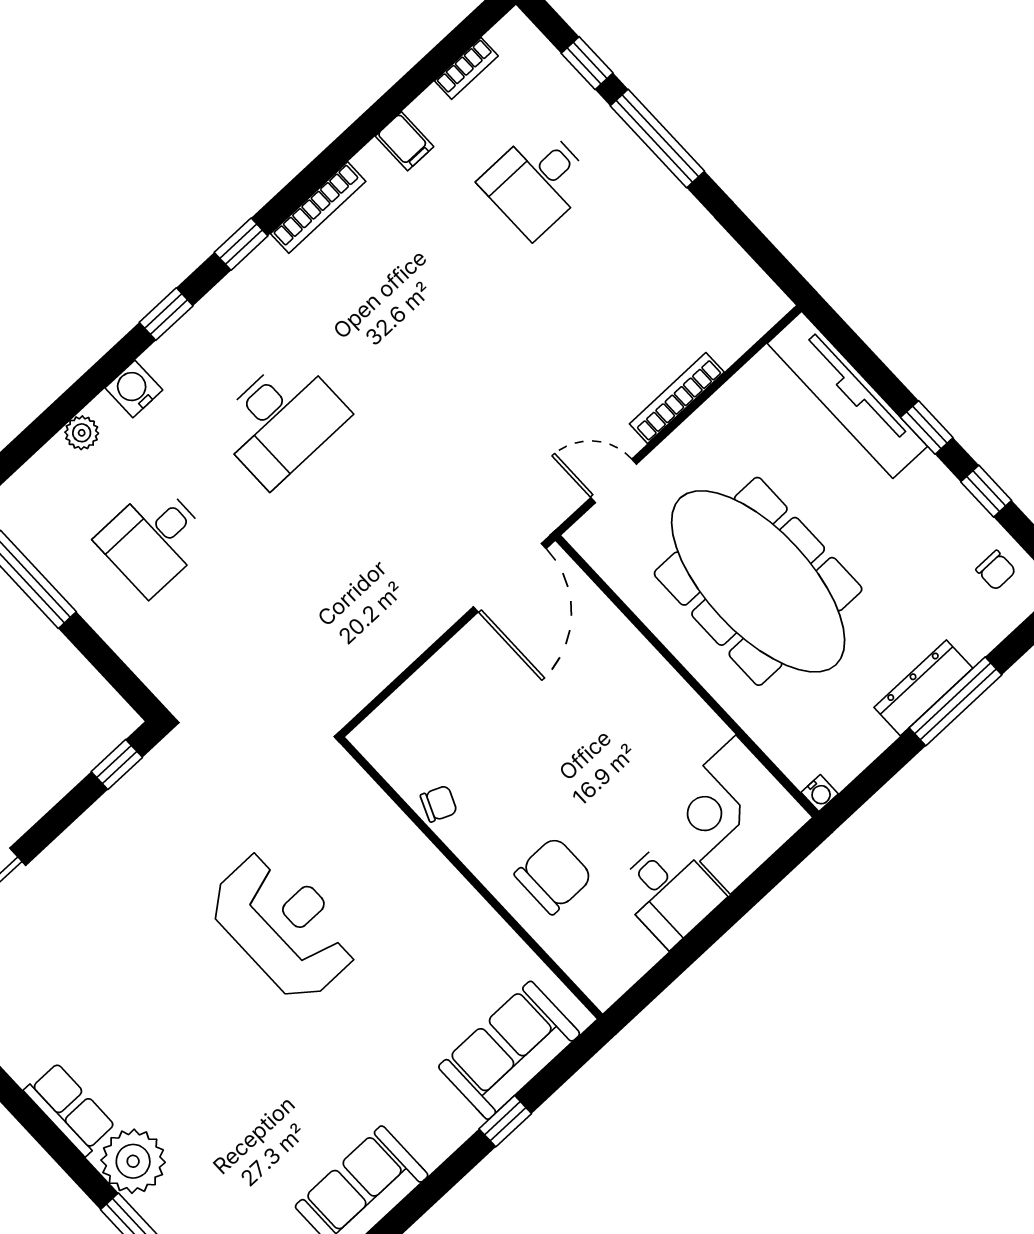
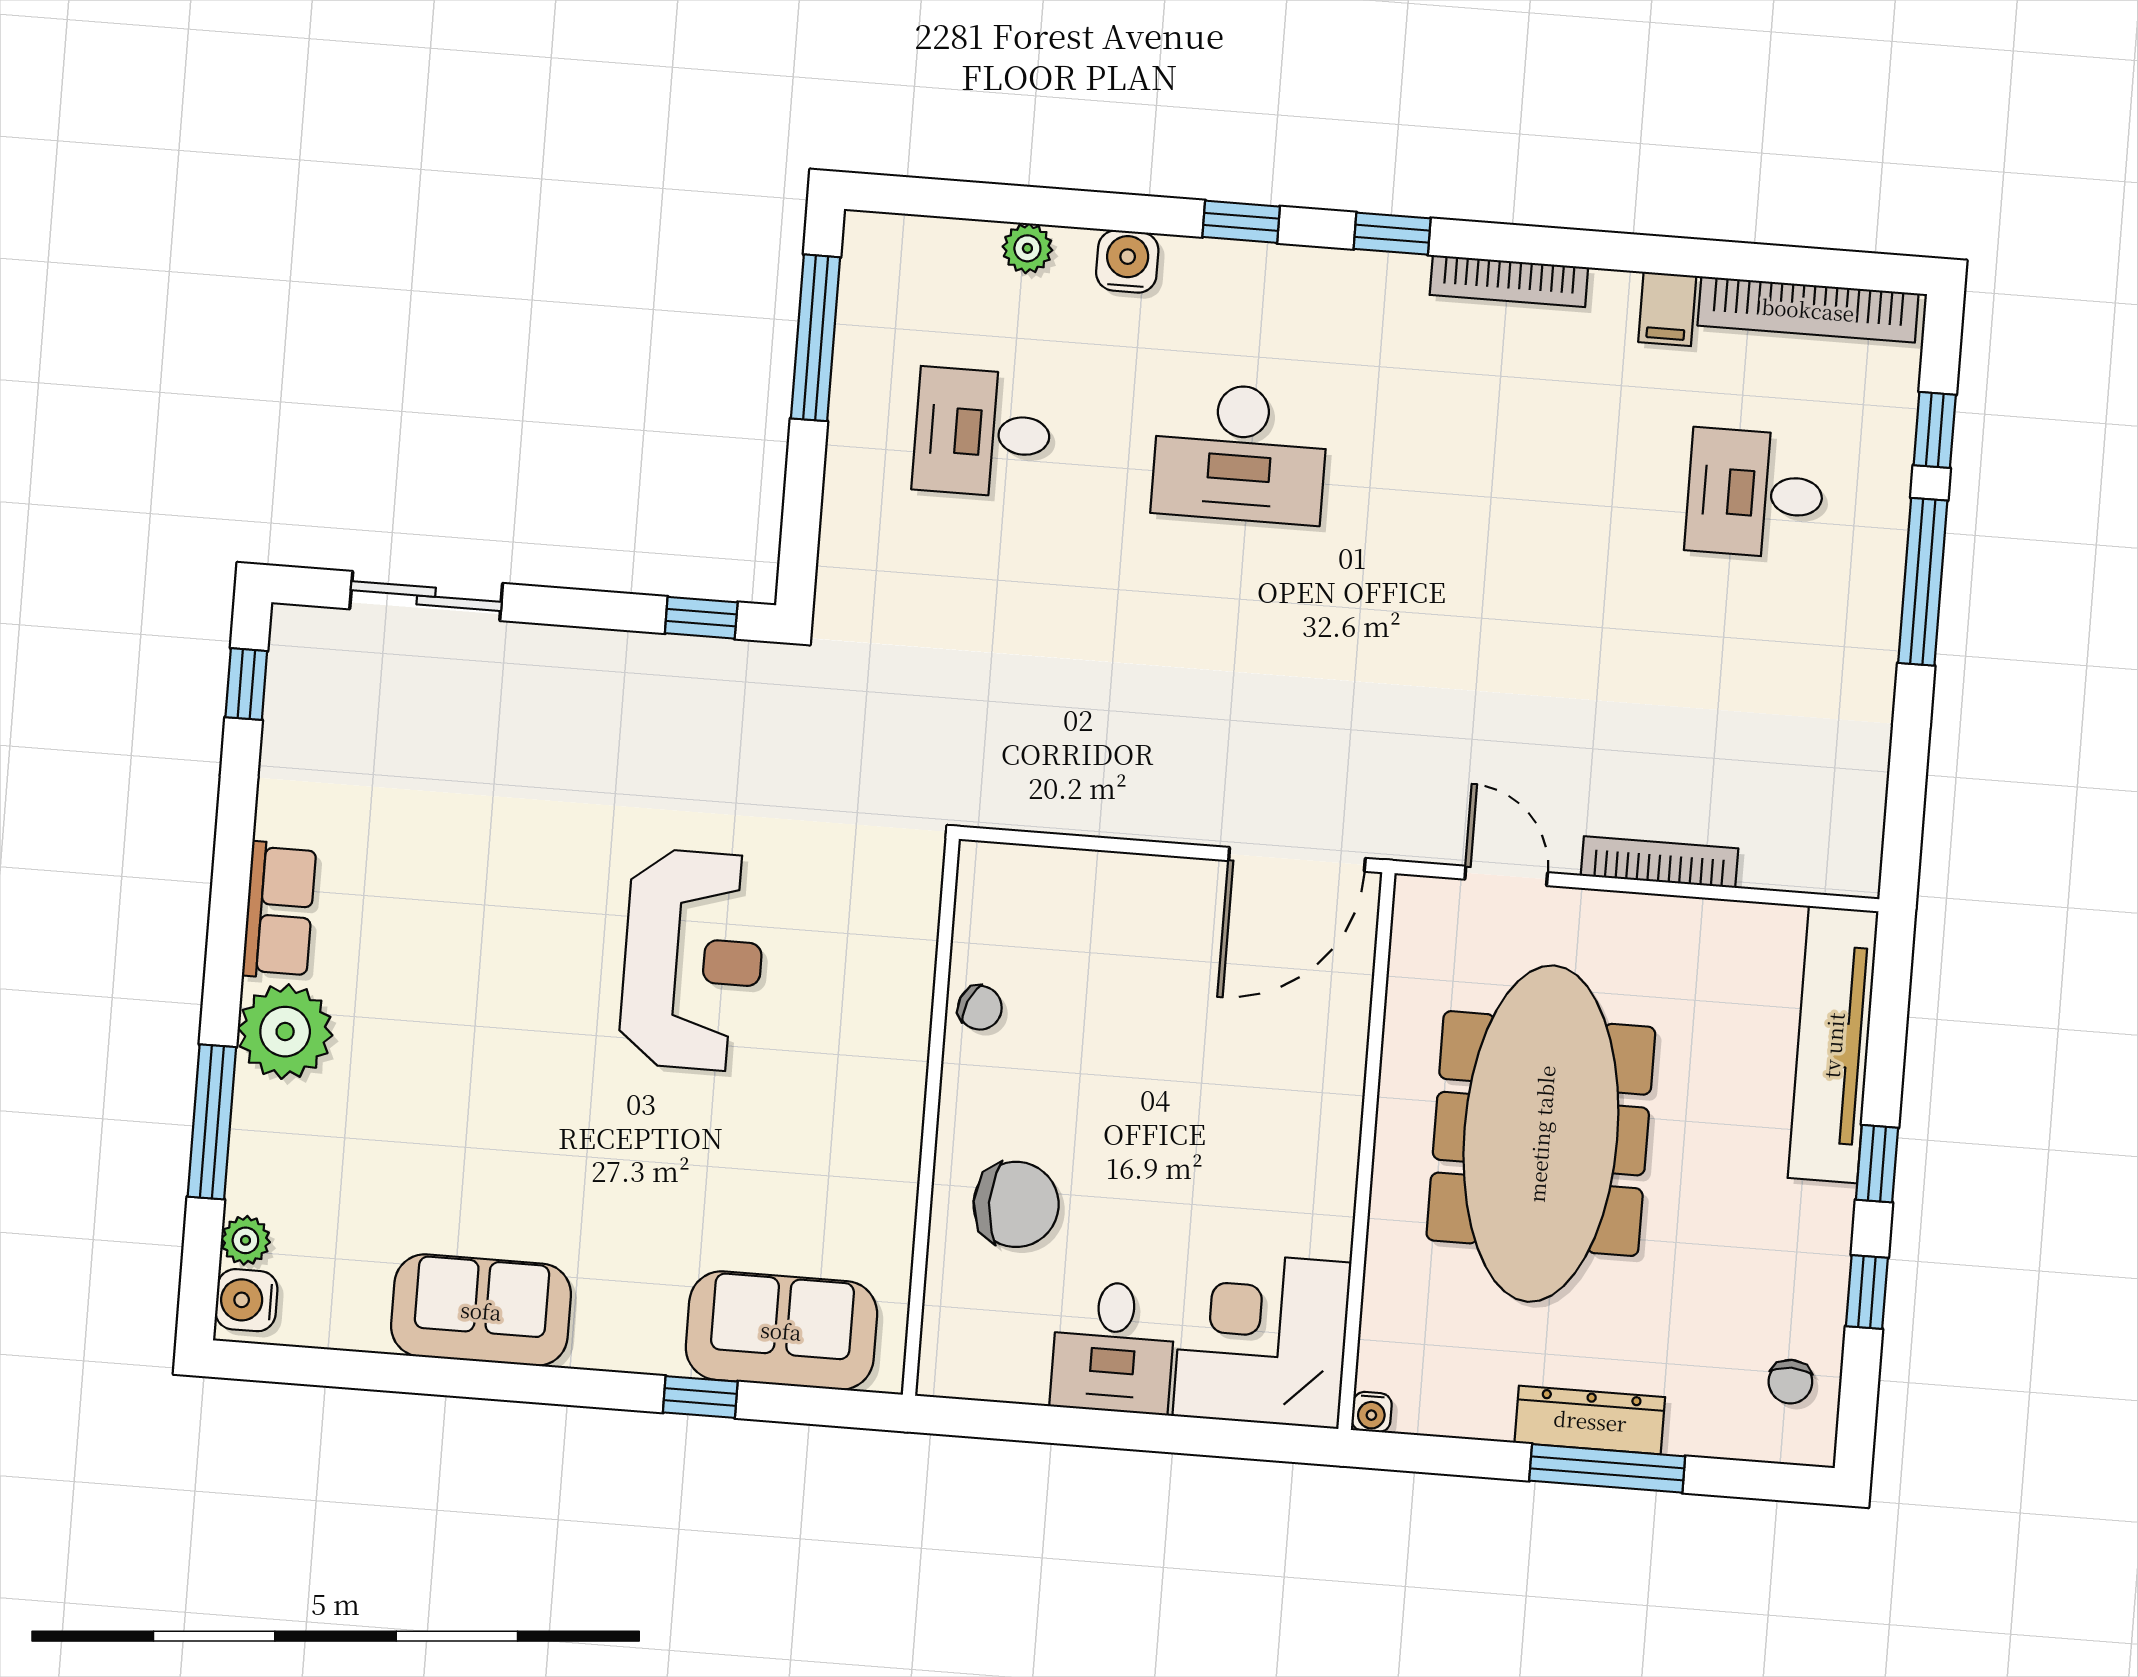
bookcase: (466, 68) -> (1808, 309), width x2.31, depth x1.31

